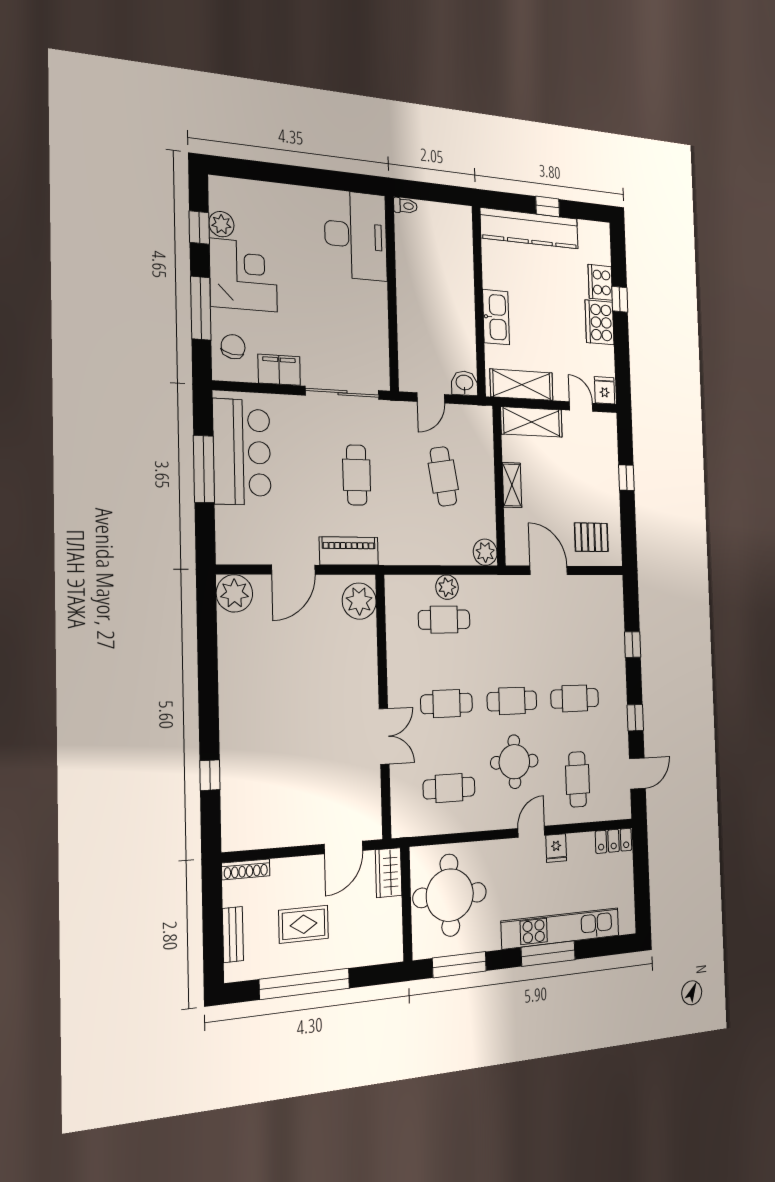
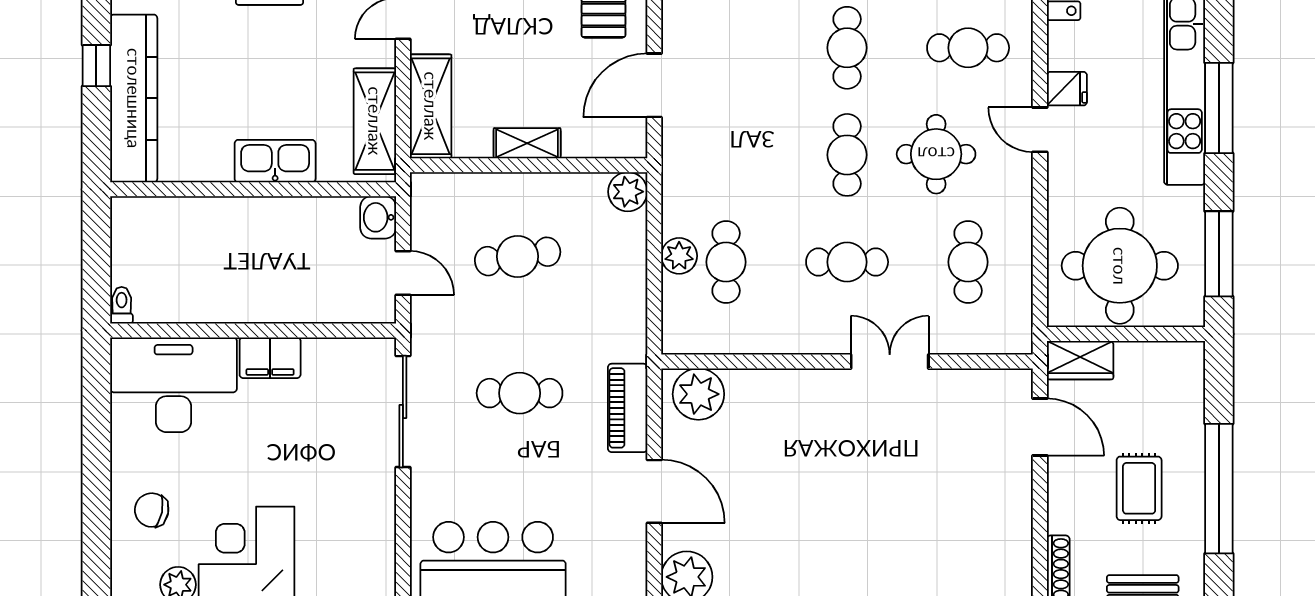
chair: (233, 347) -> (152, 510), moved
filing cabinet: (279, 370) -> (270, 358), moved, turned -90
cafe table: (447, 704) -> (847, 262), turned 90

